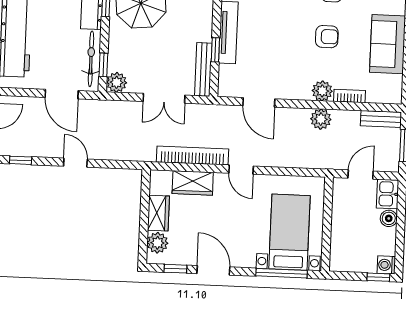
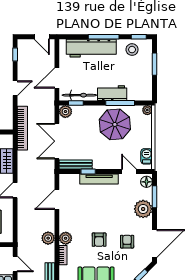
double door: (164, 98) -> (57, 141), width x1.37
bookcase: (193, 156) -> (22, 128), moved

